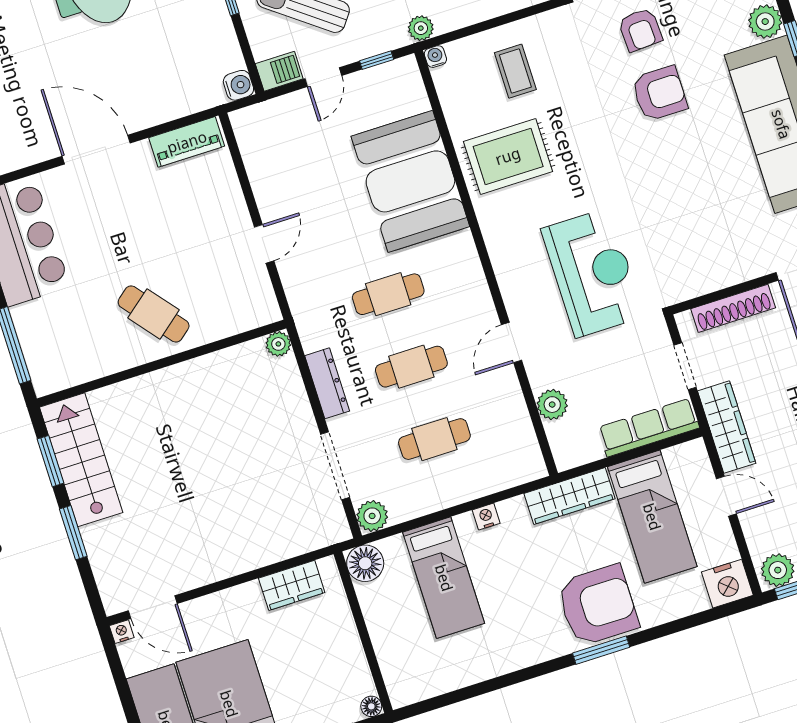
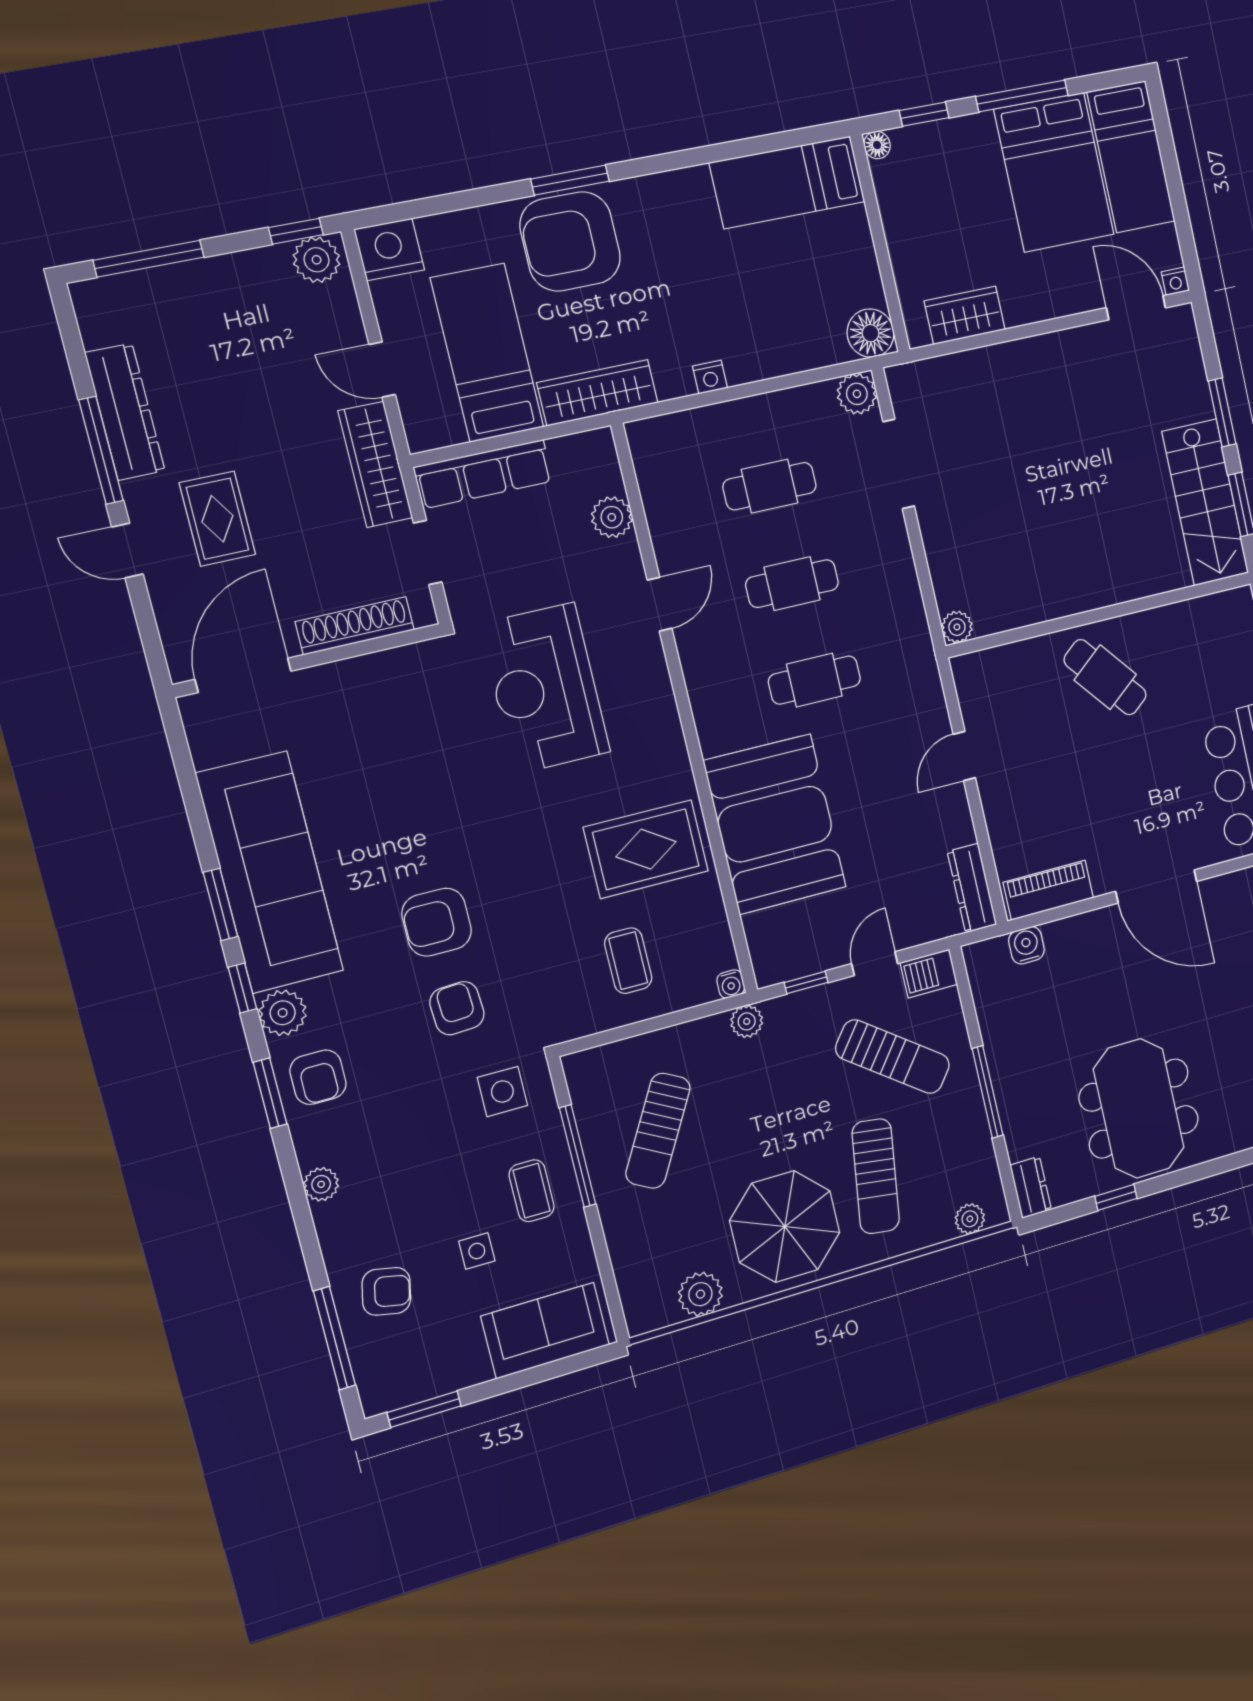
water cooler: (238, 85) -> (1026, 945), moved, turned 90
dresser: (327, 383) -> (972, 888), moved
bed: (444, 578) -> (787, 182), moved, turned -90

